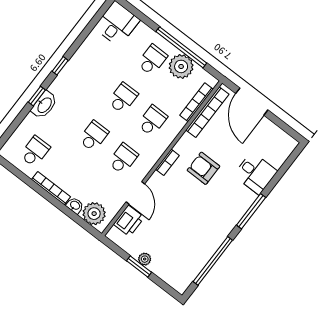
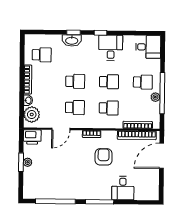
plant: (181, 66) -> (155, 97), width x0.53, depth x0.53
desk: (86, 67) -> (111, 48), added
printer: (129, 221) -> (32, 137), moved

